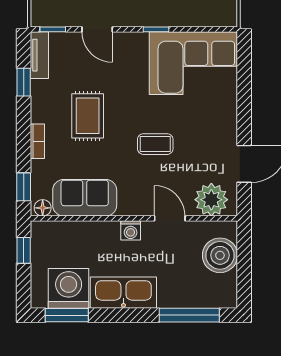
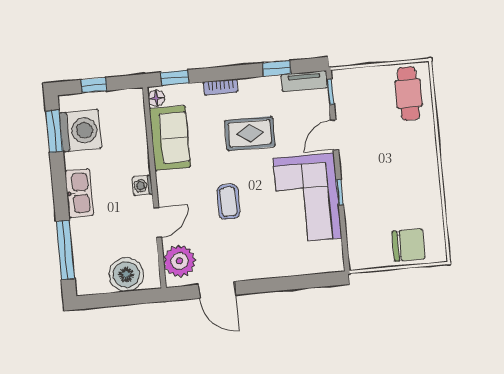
corner sofa: (193, 63) -> (307, 198), moved
window: (24, 250) -> (94, 85), moved
kitchen sink: (123, 293) -> (79, 193), width x0.73, depth x0.81

